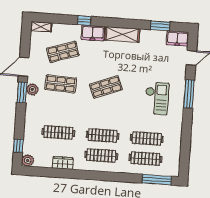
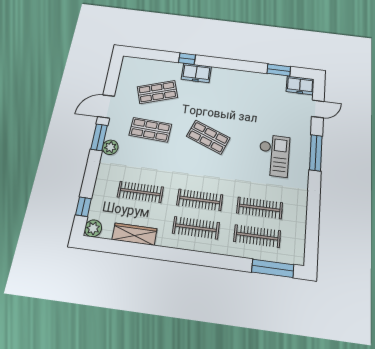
shelving: (41, 27) -> (134, 62), removed
shelving: (122, 34) -> (232, 77), removed
shop shelf: (106, 87) -> (208, 137), turned 42
plant: (32, 90) -> (110, 147), moved
wardrobe: (63, 163) -> (135, 234), width x1.50

